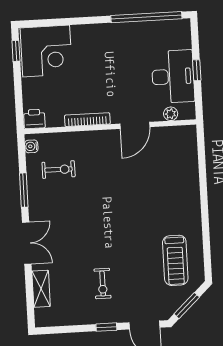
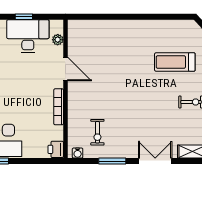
exercise bike: (59, 170) -> (97, 132), turned 180
treadmill: (175, 260) -> (175, 62), moved, turned 180

